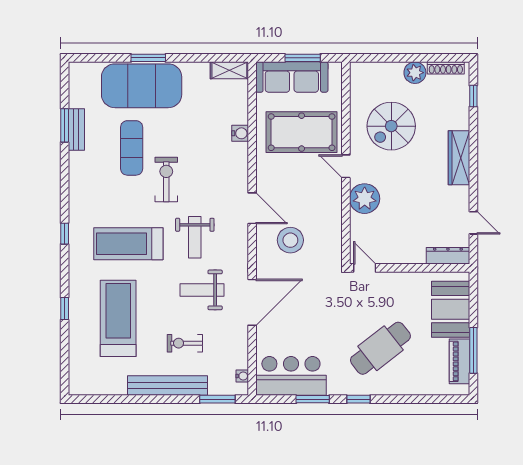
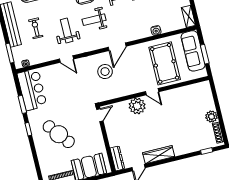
spiral stairs: (391, 126) -> (180, 111), removed
wardrobe: (459, 158) -> (159, 155), moved
door: (346, 166) -> (152, 92), swing flipped
door: (252, 302) -> (67, 59), width x0.53

